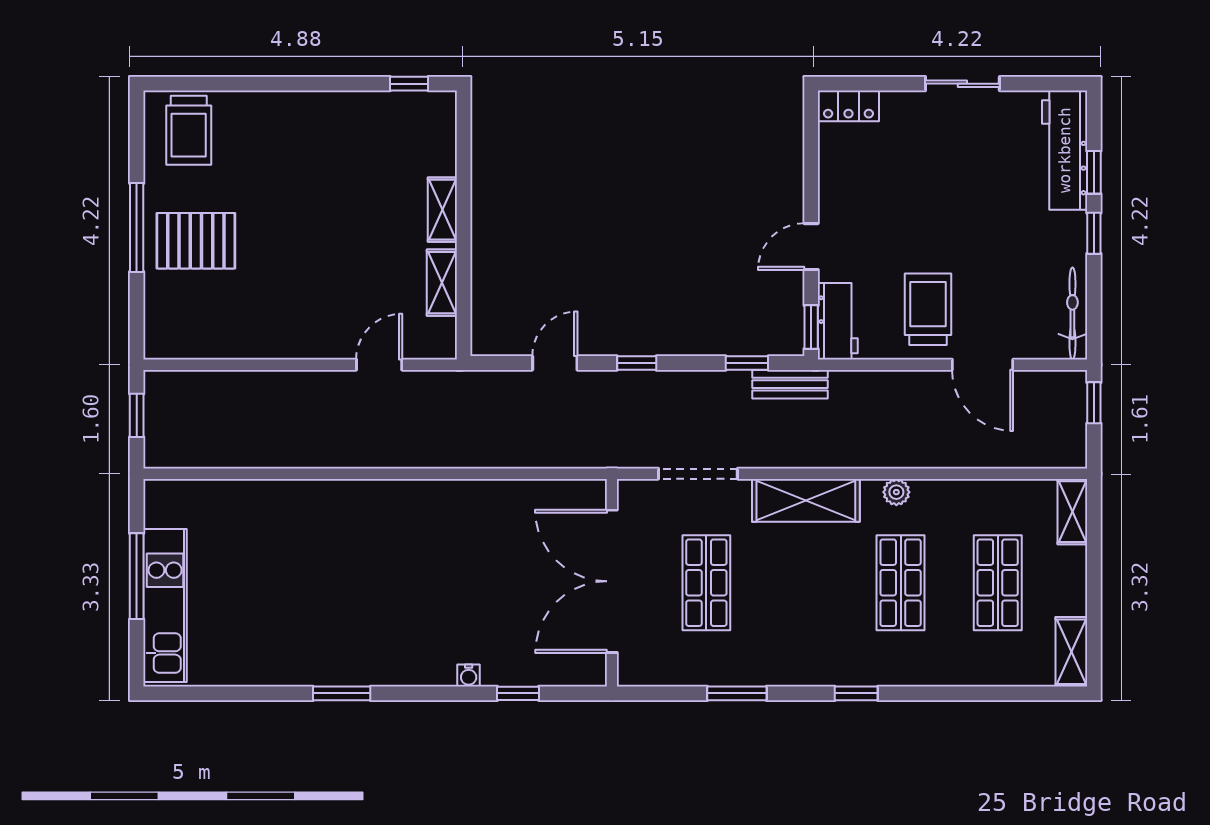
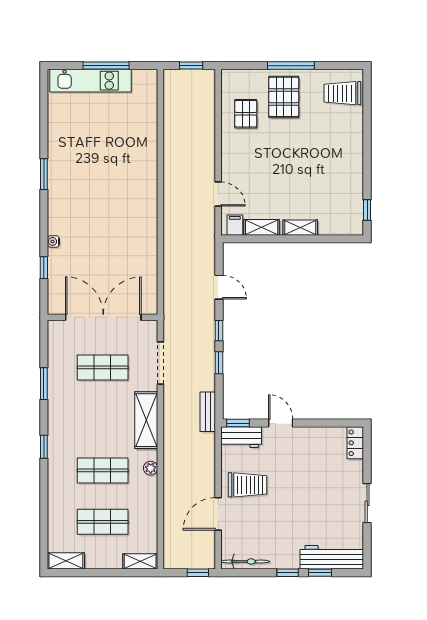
pallet: (228, 313) -> (246, 114), added
filing cabinet: (438, 333) -> (235, 225), added
window: (747, 363) -> (219, 363), moved

